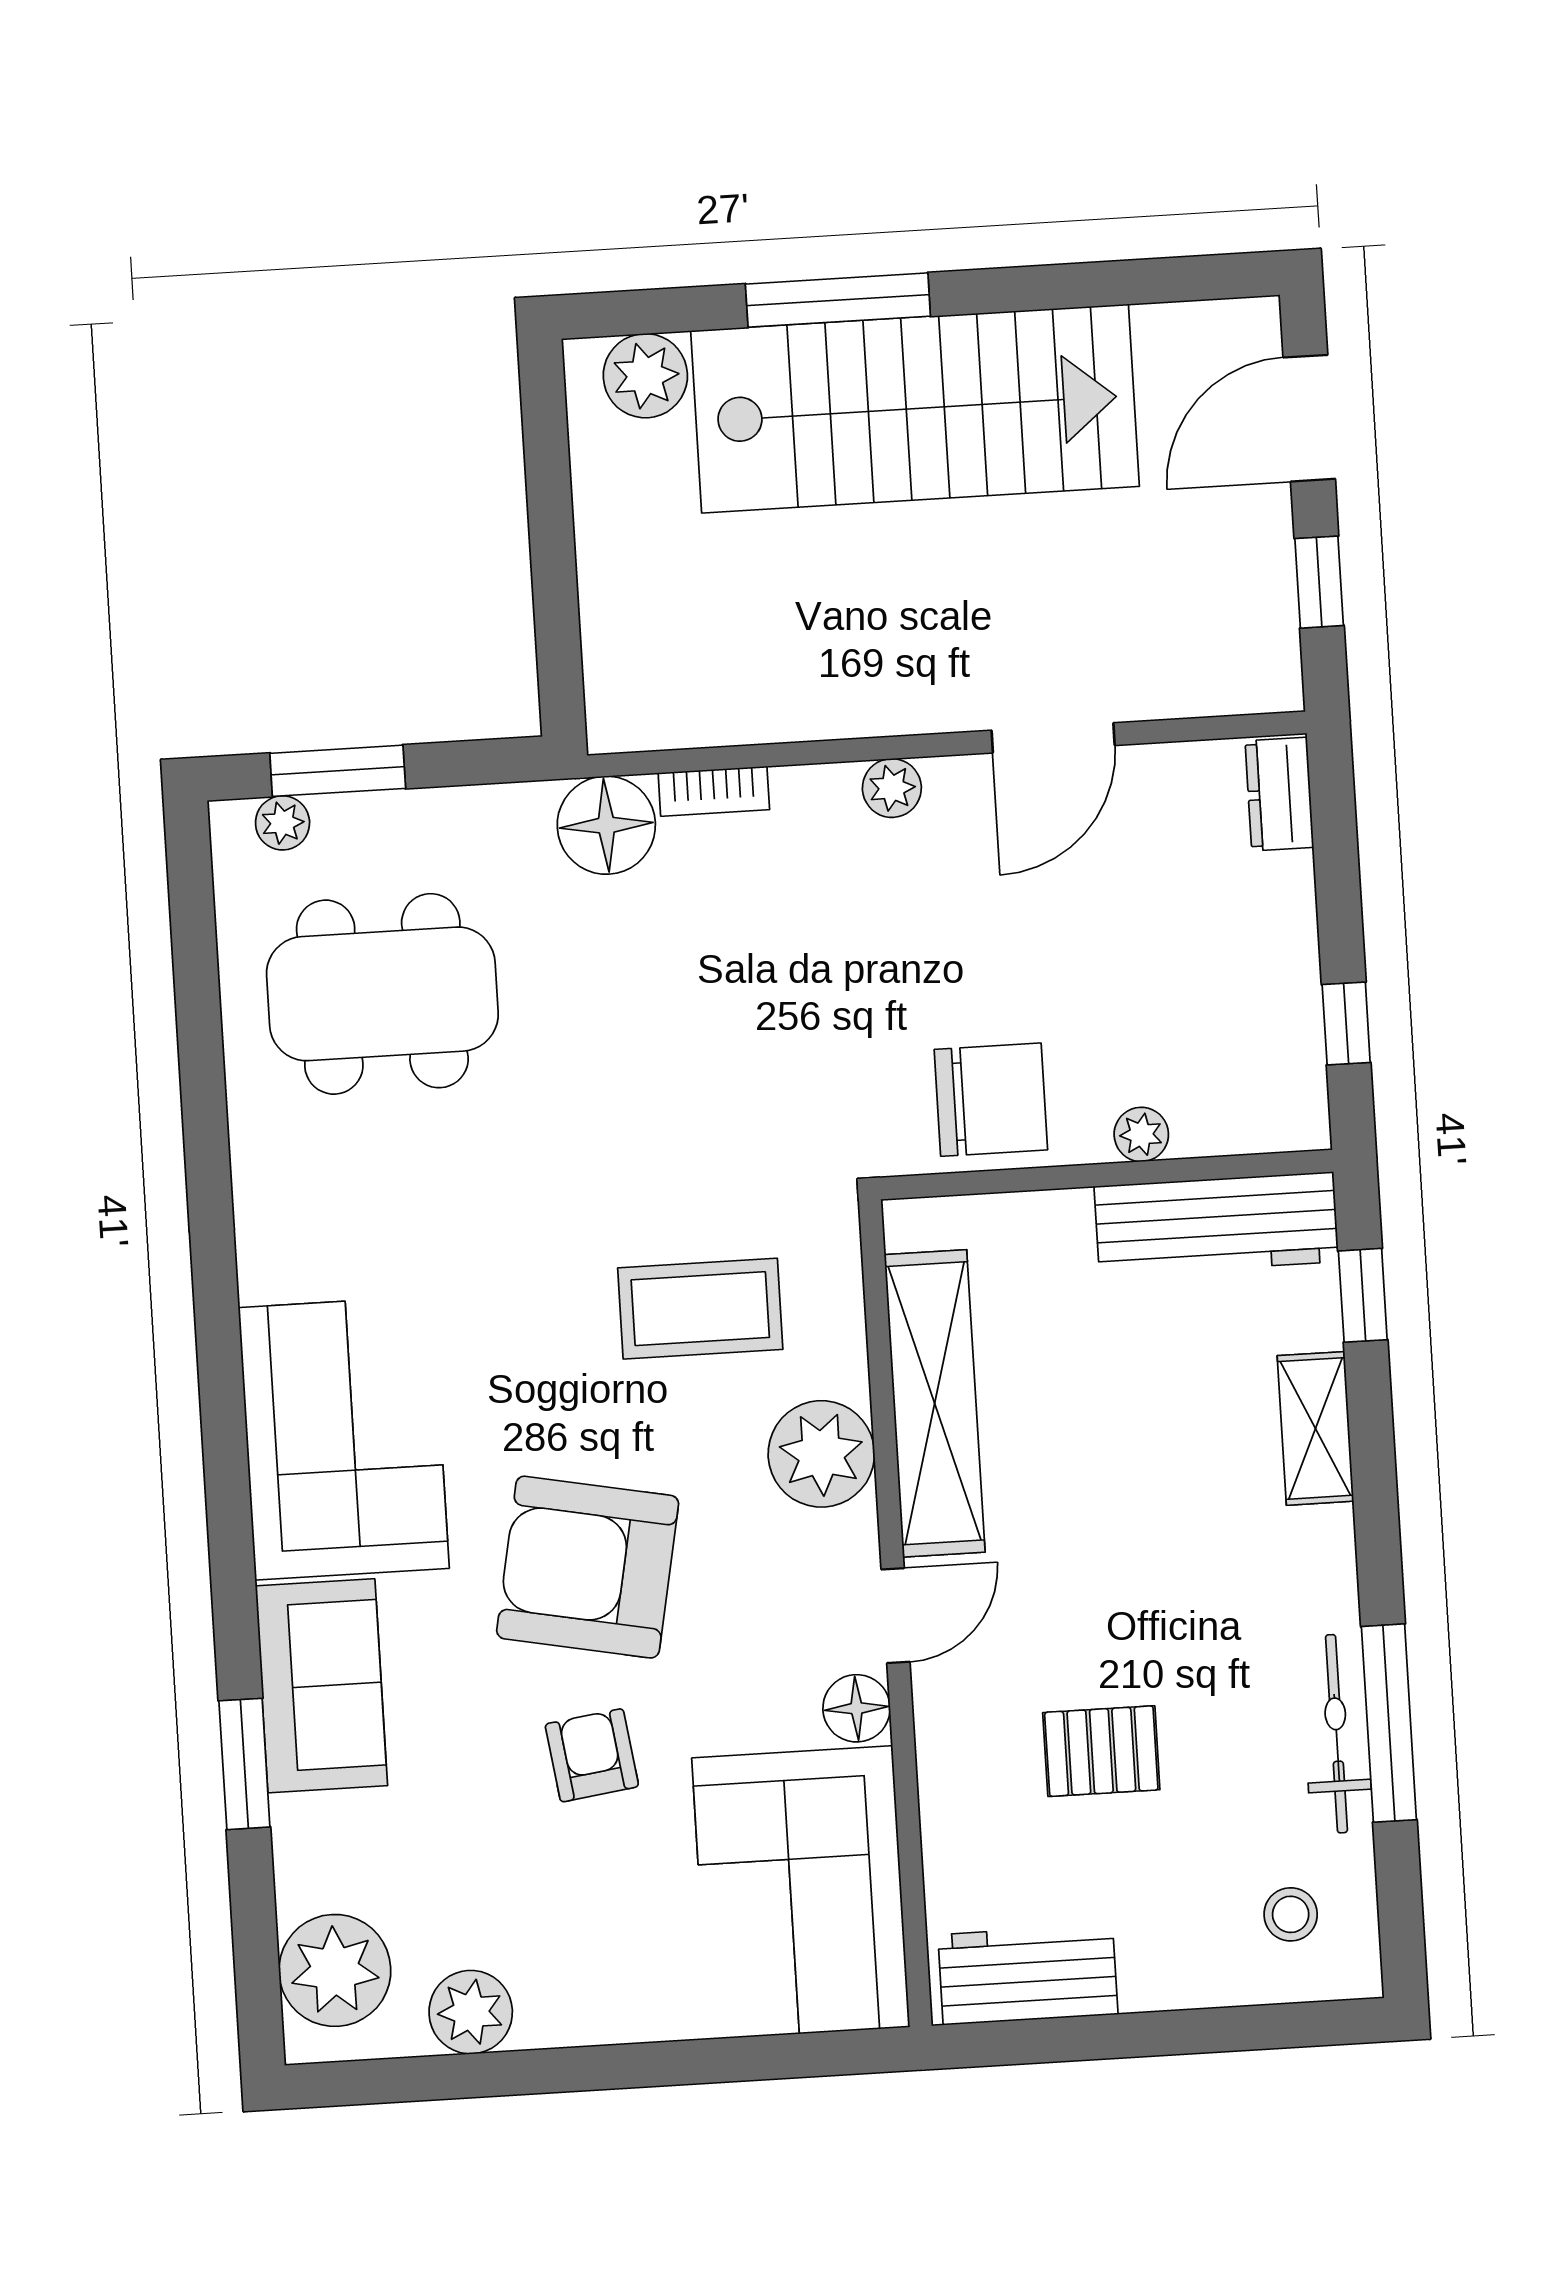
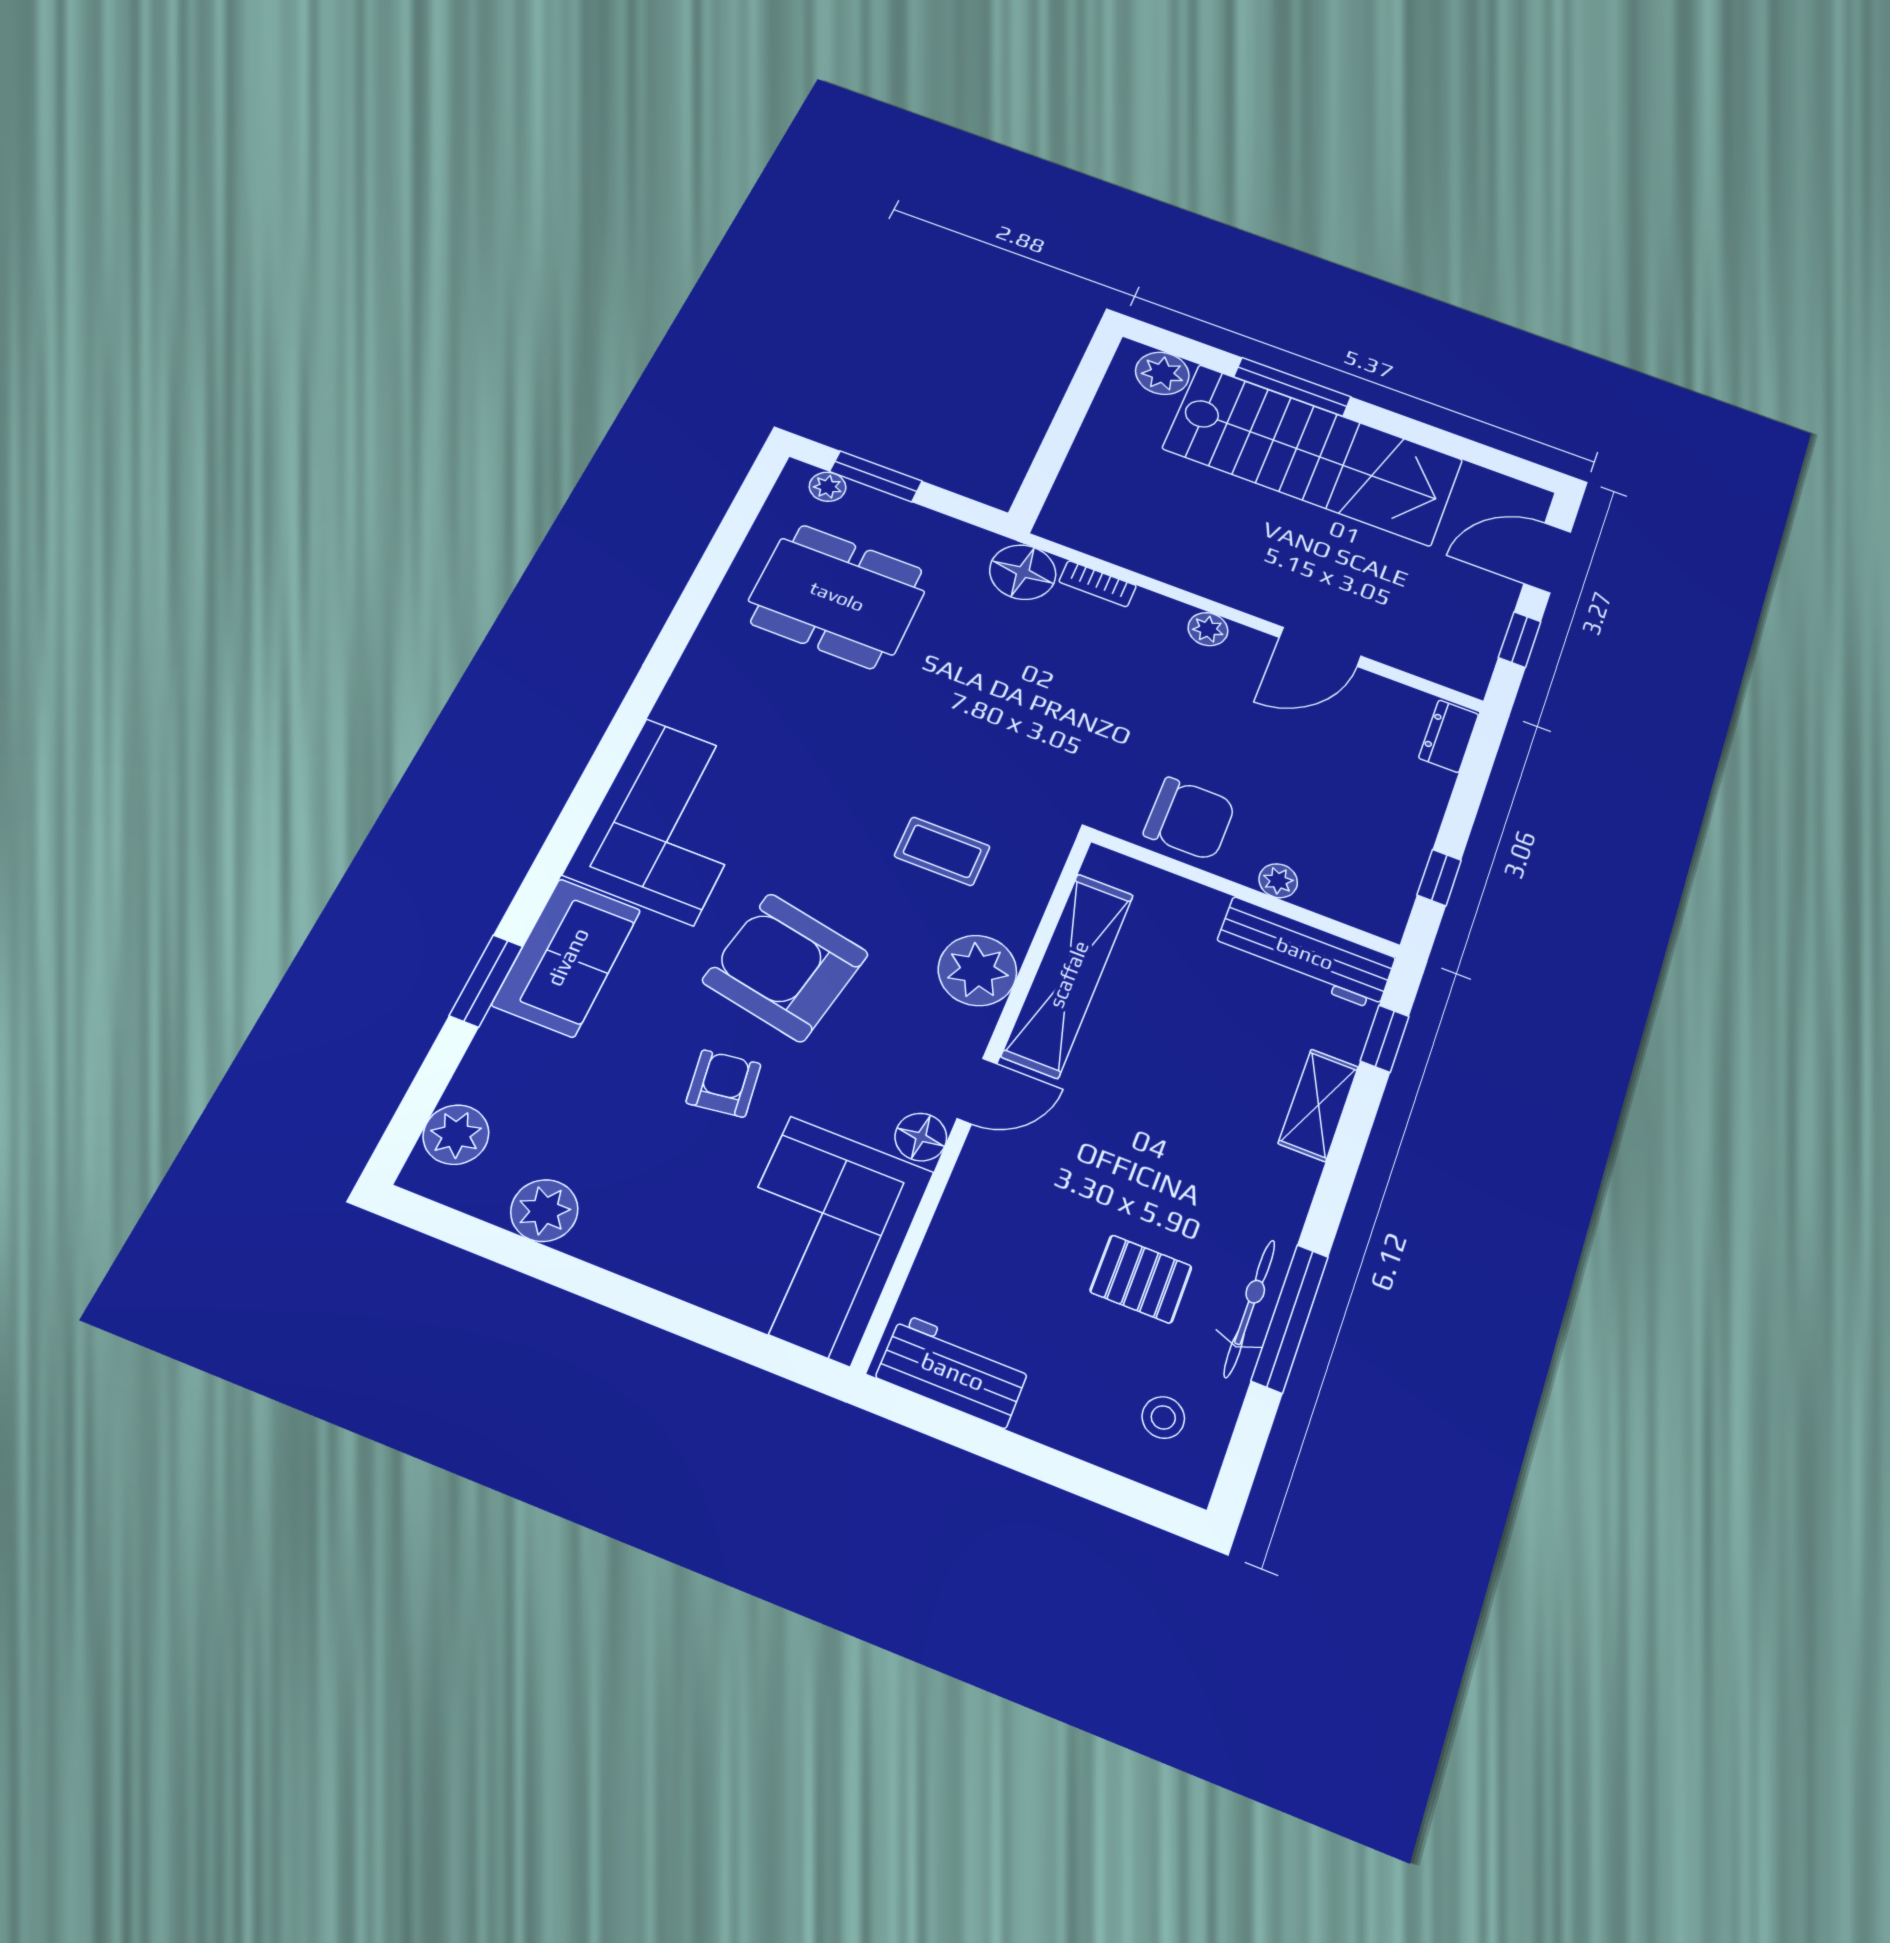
coffee table: (700, 1309) -> (942, 851), width x0.73, depth x0.77
pallet: (1101, 1751) -> (1141, 1279), moved
plant: (335, 1970) -> (456, 1135), width x0.73, depth x0.73

